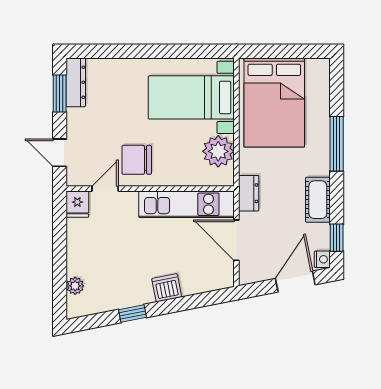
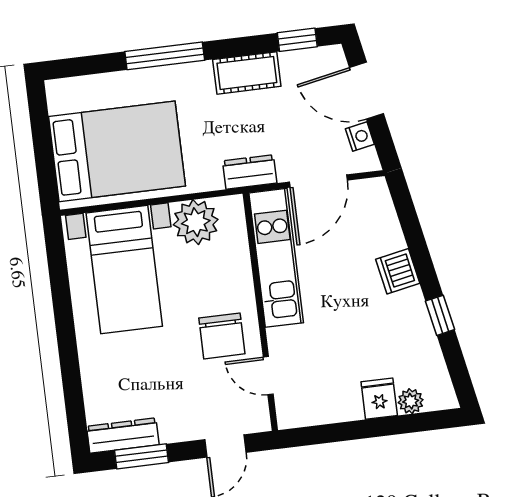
fridge: (77, 204) -> (379, 399), moved, turned -90
nightstand: (322, 259) -> (360, 136), moved, turned 79

